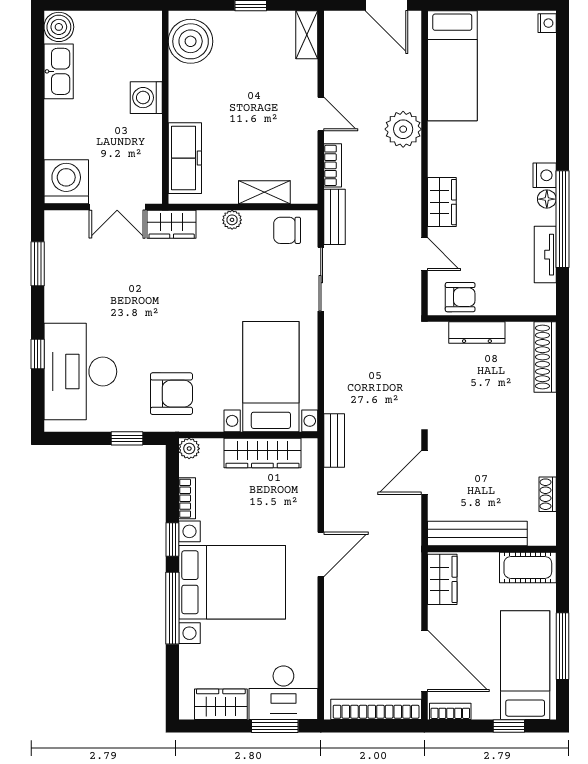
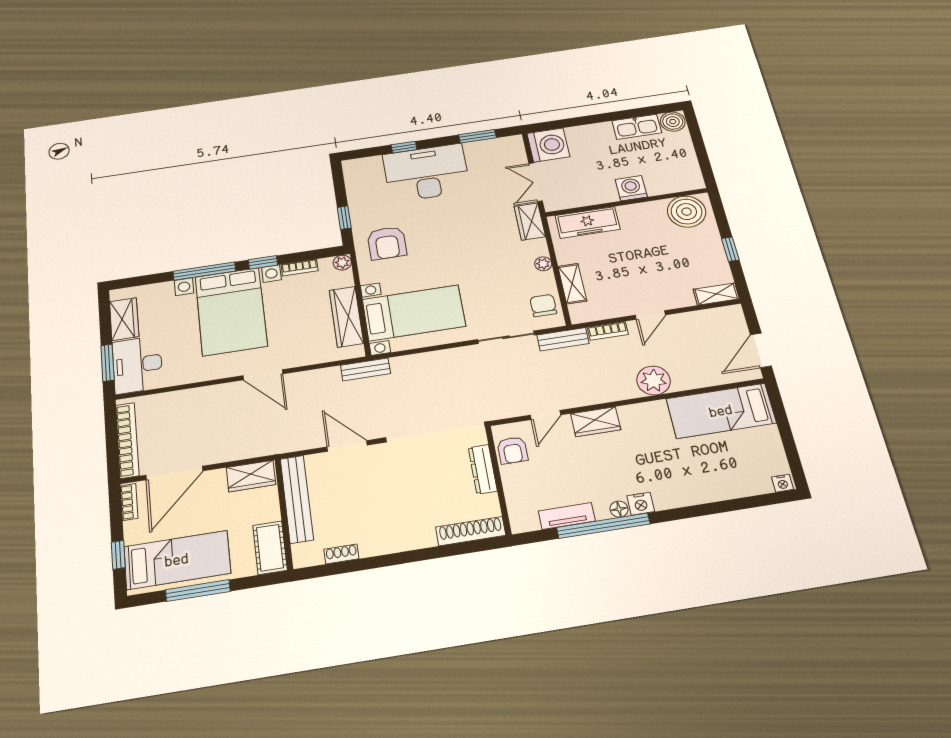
desk: (80, 372) -> (426, 173), moved

